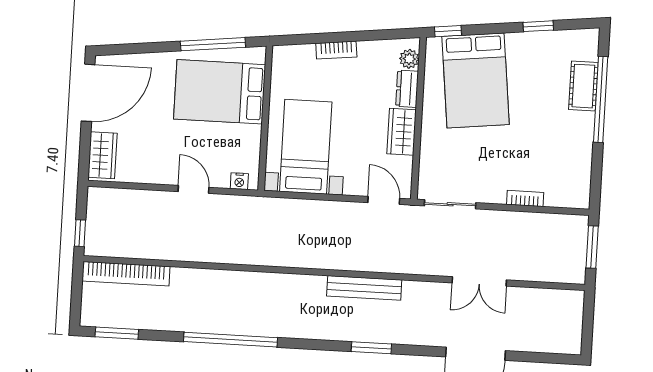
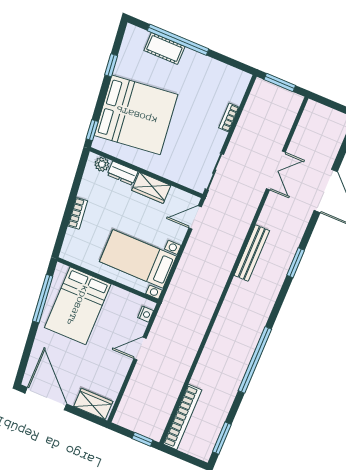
bed: (475, 80) -> (136, 115), width x1.36

